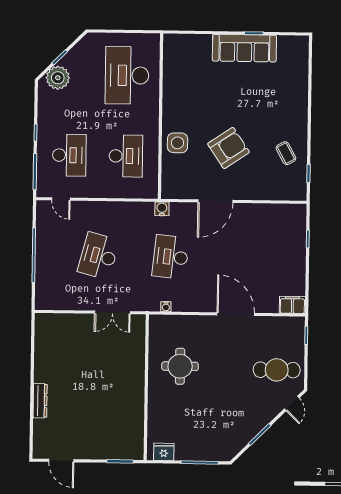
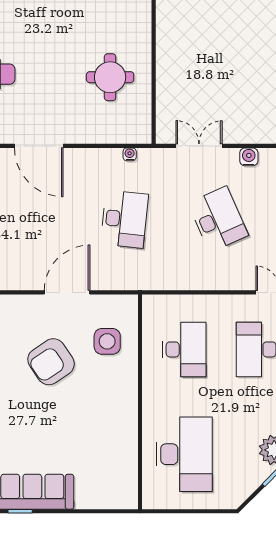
side table: (177, 143) -> (107, 341), moved
desk: (126, 156) -> (184, 349), turned 180
water cooler: (162, 209) -> (249, 157), moved, turned 180
desk: (99, 256) -> (218, 219), turned -39

